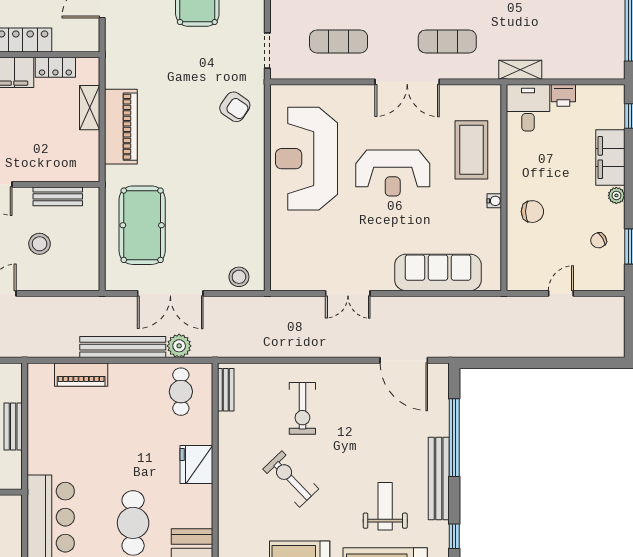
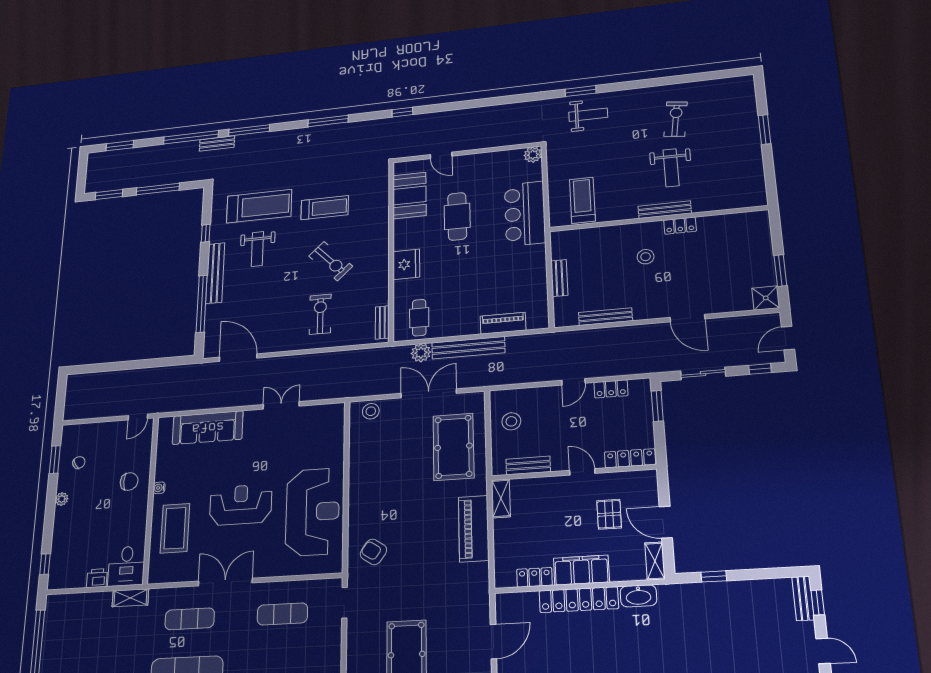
shelving: (90, 108) -> (501, 498), moved
filing cabinet: (610, 158) -> (64, 529), removed
chair: (532, 212) -> (129, 481), turned 180
stool: (40, 244) -> (511, 421), moved
door: (561, 293) -> (138, 417), moved

